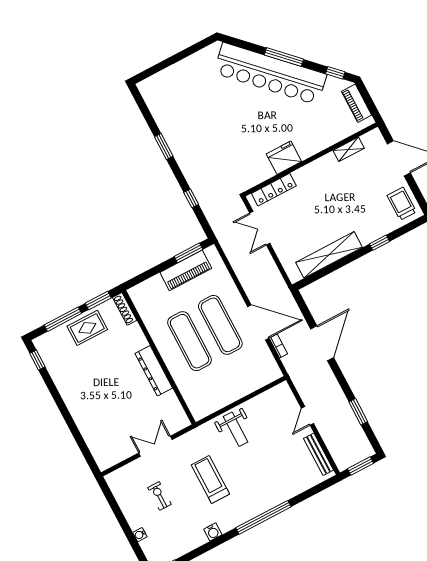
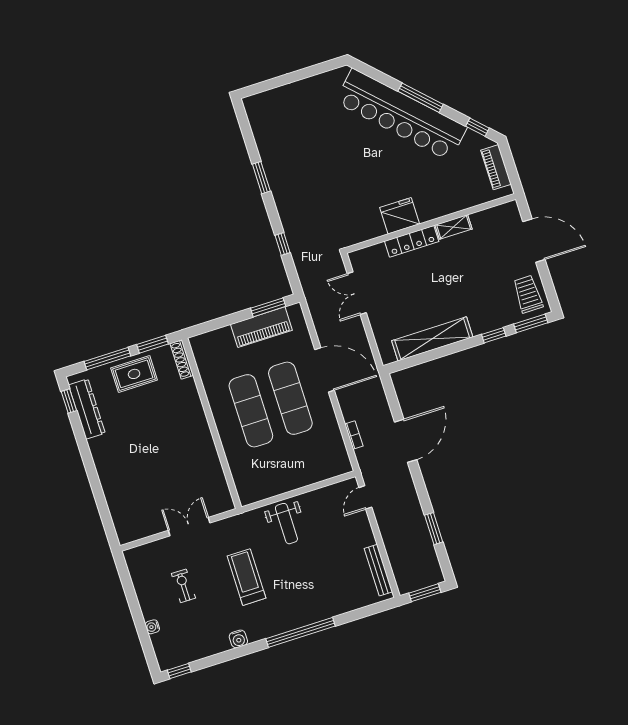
shelving: (349, 149) -> (454, 227), moved
locker: (274, 190) -> (412, 241), moved
window: (408, 227) -> (531, 323), added
door: (258, 322) -> (325, 370), moved
dresser: (154, 371) -> (87, 409), moved, turned 180
door: (308, 416) -> (365, 497), moved

